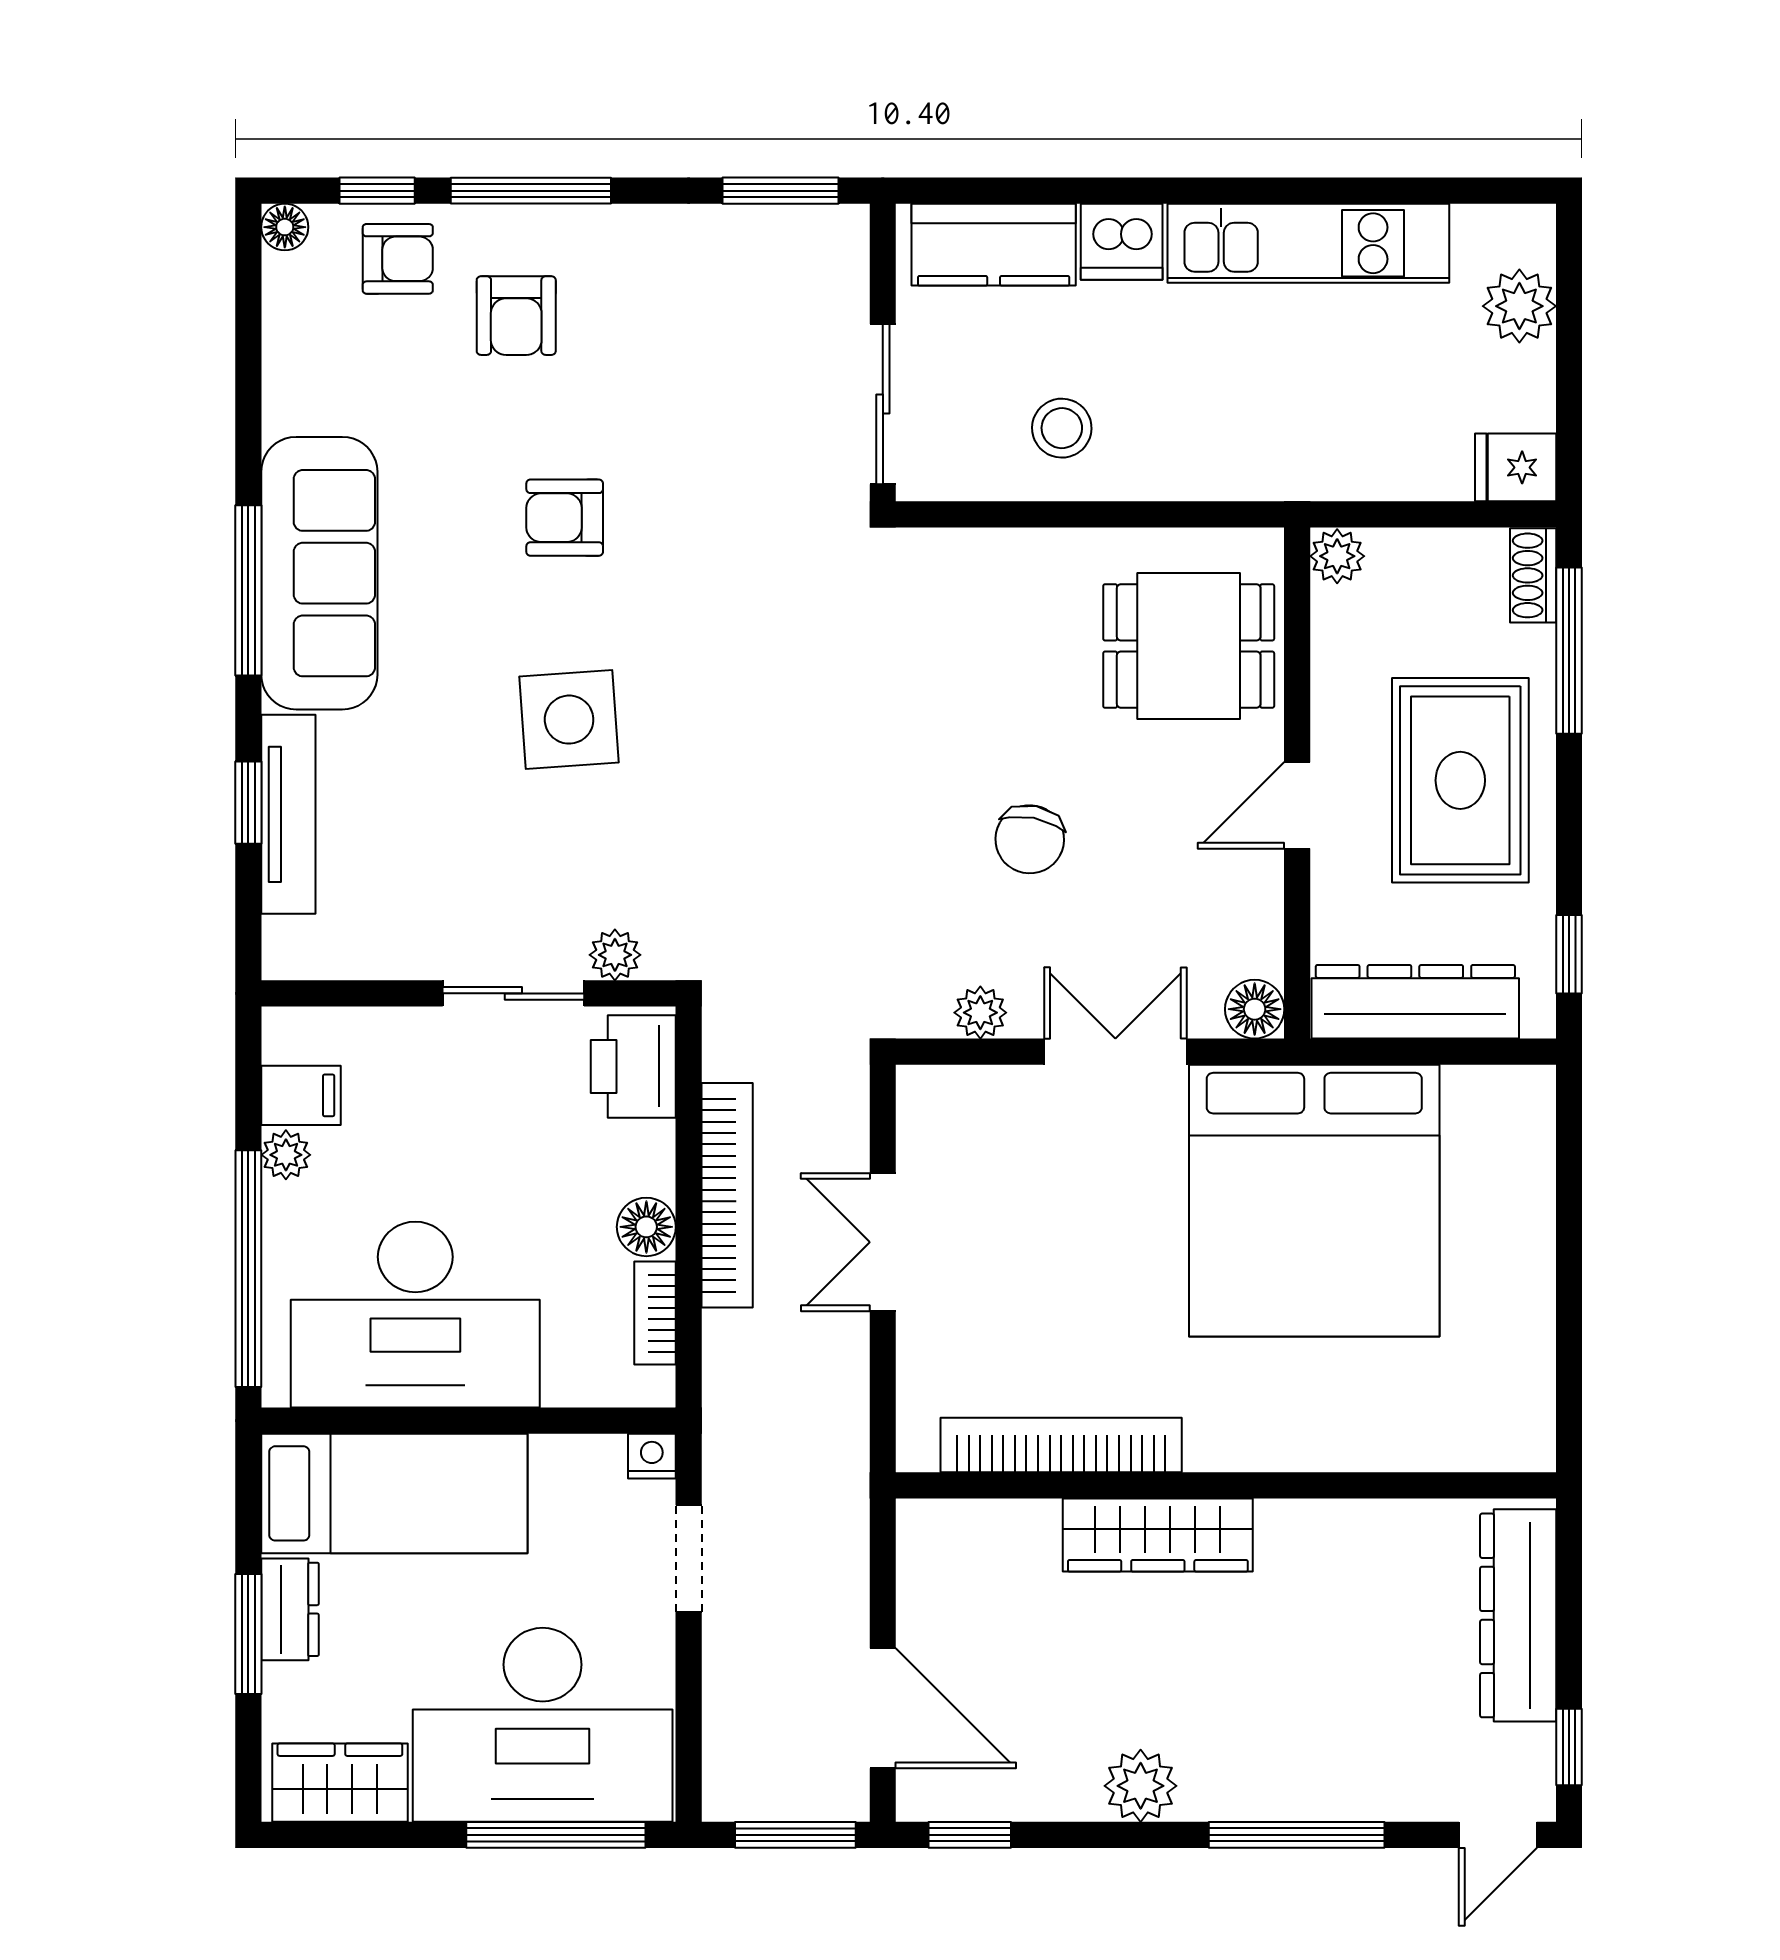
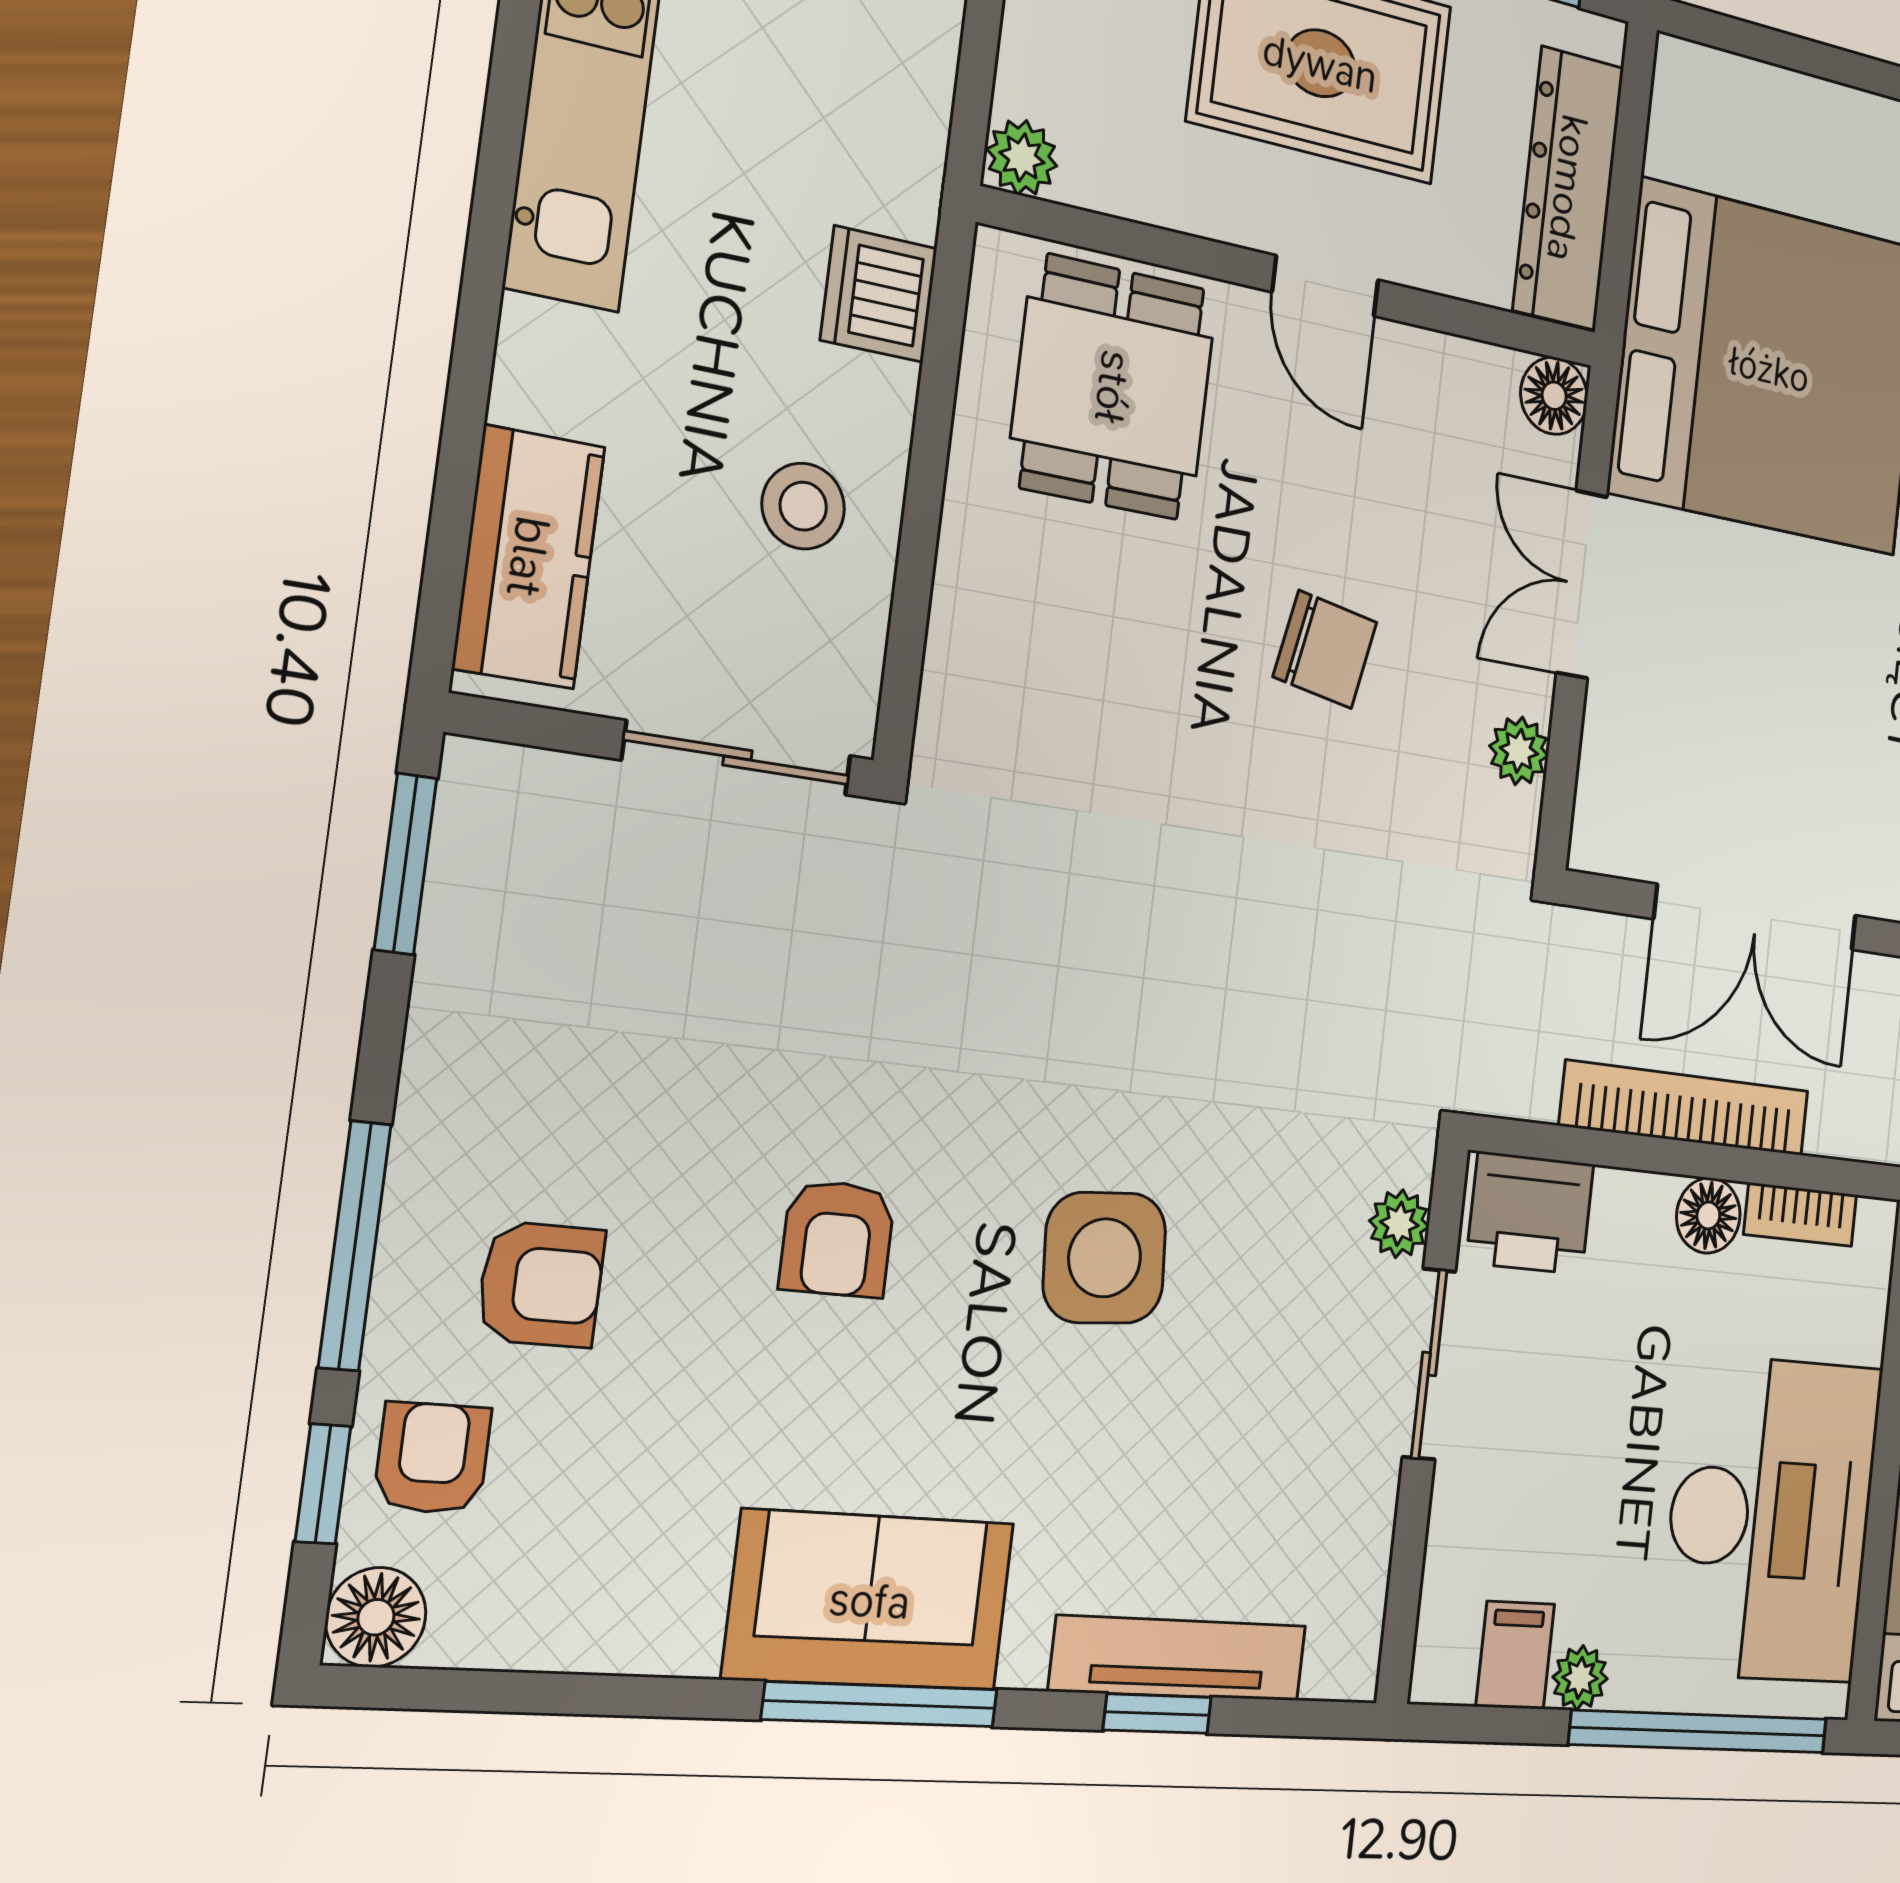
floor lamp: (285, 227) -> (376, 1617), width x1.37, depth x1.37
dishwasher: (1122, 242) -> (879, 294), moved, turned 180
sofa: (319, 573) -> (870, 1600), width x0.73
double door: (883, 1242) -> (1756, 917), width x1.37

